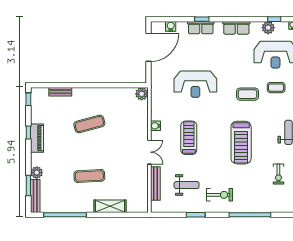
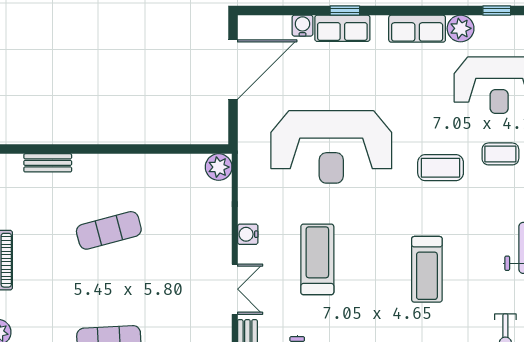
water cooler: (171, 26) -> (302, 26), moved
plant: (268, 28) -> (461, 28), moved
reception desk: (195, 84) -> (331, 147), width x1.36, depth x1.30
treadmill: (241, 143) -> (427, 269), width x0.73, depth x0.73

